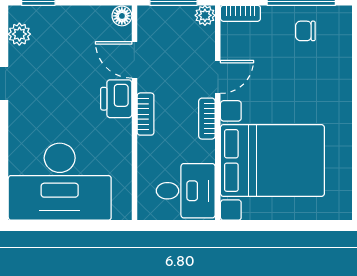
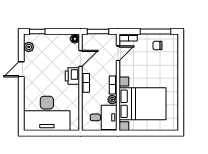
plant: (205, 15) -> (112, 100), moved
door: (134, 60) -> (80, 59), swing flipped
door: (218, 77) -> (118, 53), moved

